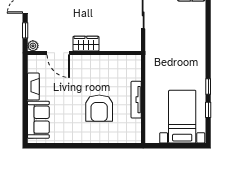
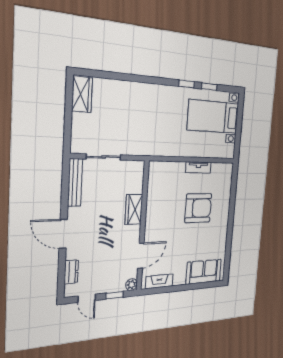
wardrobe: (86, 44) -> (134, 209), moved
fireplace: (33, 87) -> (159, 281), moved
tv unit: (136, 100) -> (198, 167), width x0.71

